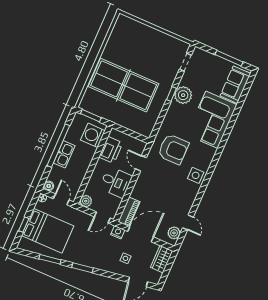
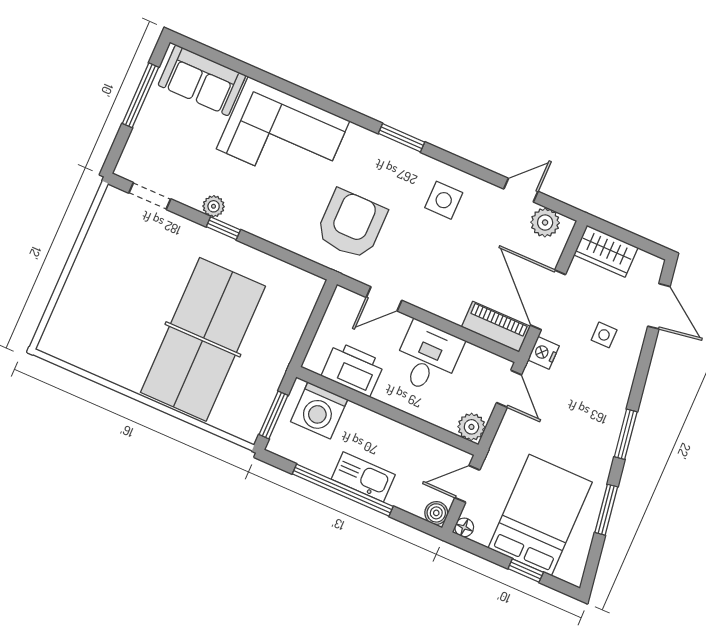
plant: (183, 95) -> (214, 206), width x0.53, depth x0.53
window: (211, 171) -> (402, 138), added
side table: (196, 175) -> (444, 200), moved

